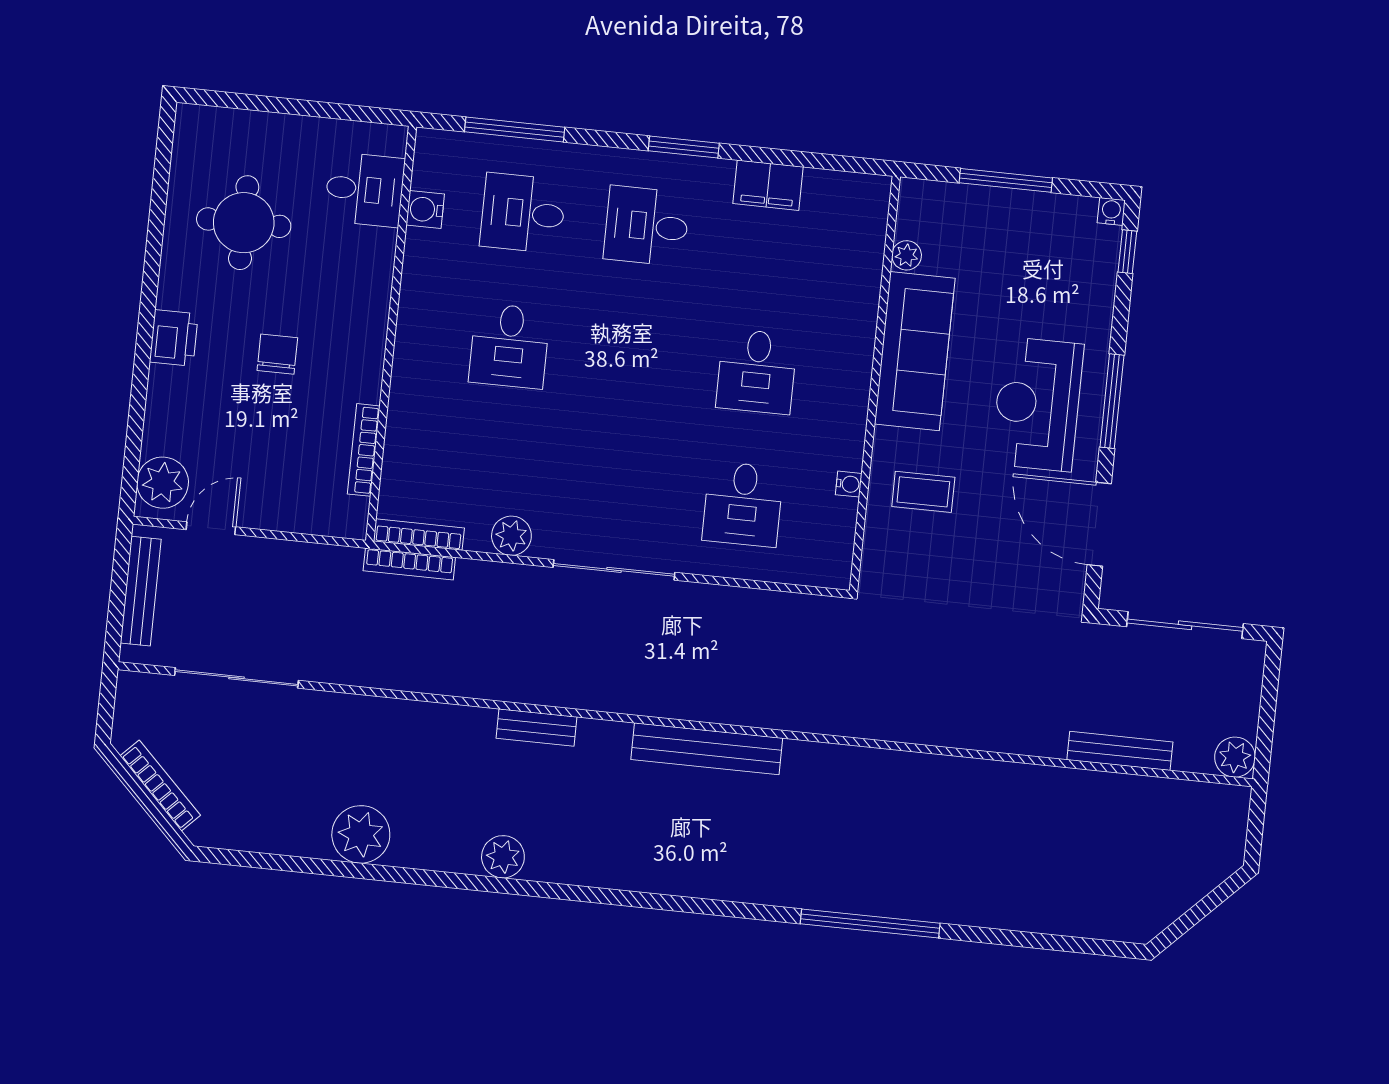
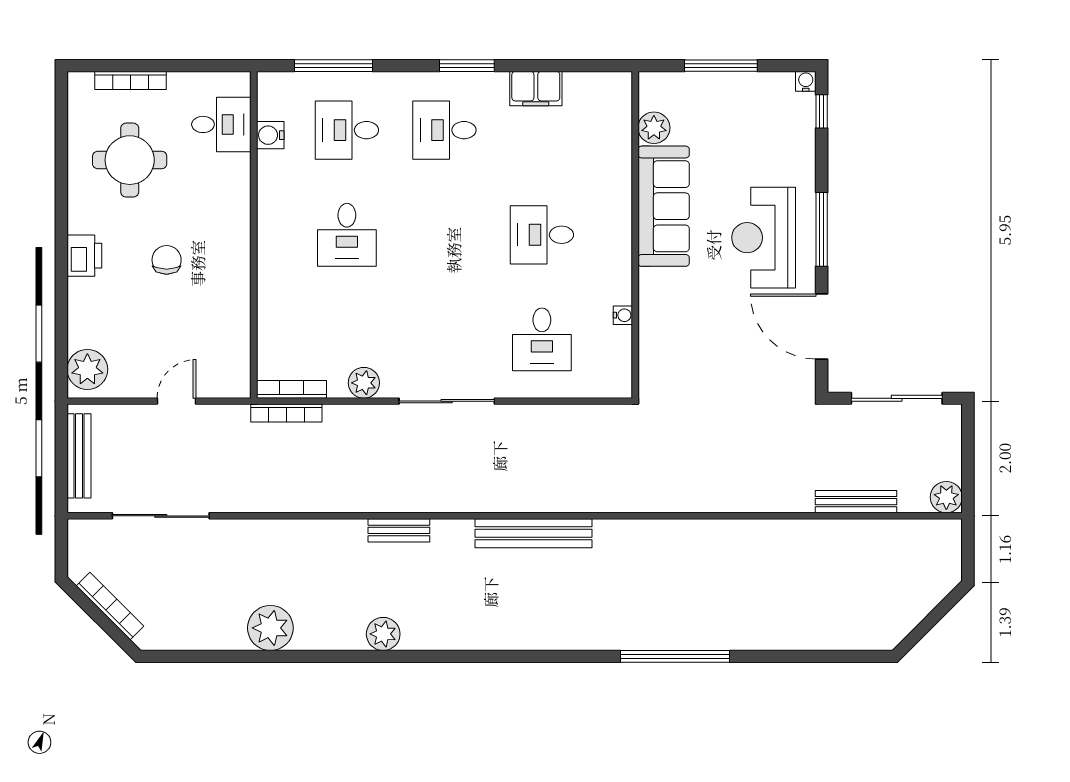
plant: (907, 255) -> (654, 128), width x1.38, depth x1.38
desk: (757, 371) -> (542, 235), turned 90
bookcase: (364, 450) -> (131, 80), moved, turned -90
coffee table: (923, 492) -> (682, 315), removed
door: (211, 528) -> (176, 401), moved

